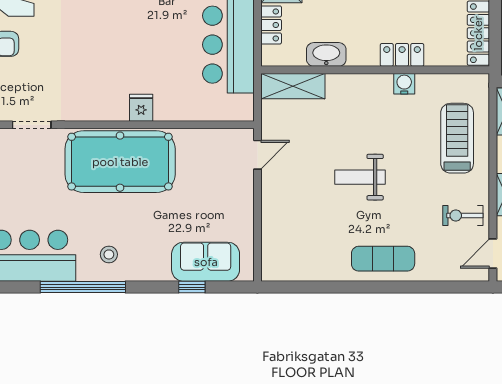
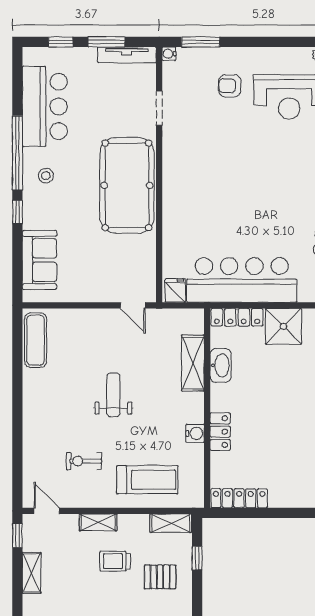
locker: (271, 25) -> (237, 317), width x1.53
shelving: (293, 86) -> (193, 363), moved
fridge: (141, 108) -> (175, 290), moved, turned -90
exercise bike: (463, 215) -> (84, 461), moved, turned -90
exercise mat: (383, 259) -> (36, 340), moved
window: (192, 287) -> (17, 212), moved

